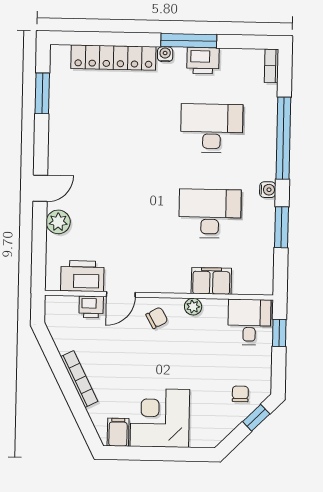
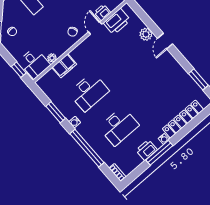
plant: (193, 307) -> (52, 58), moved

